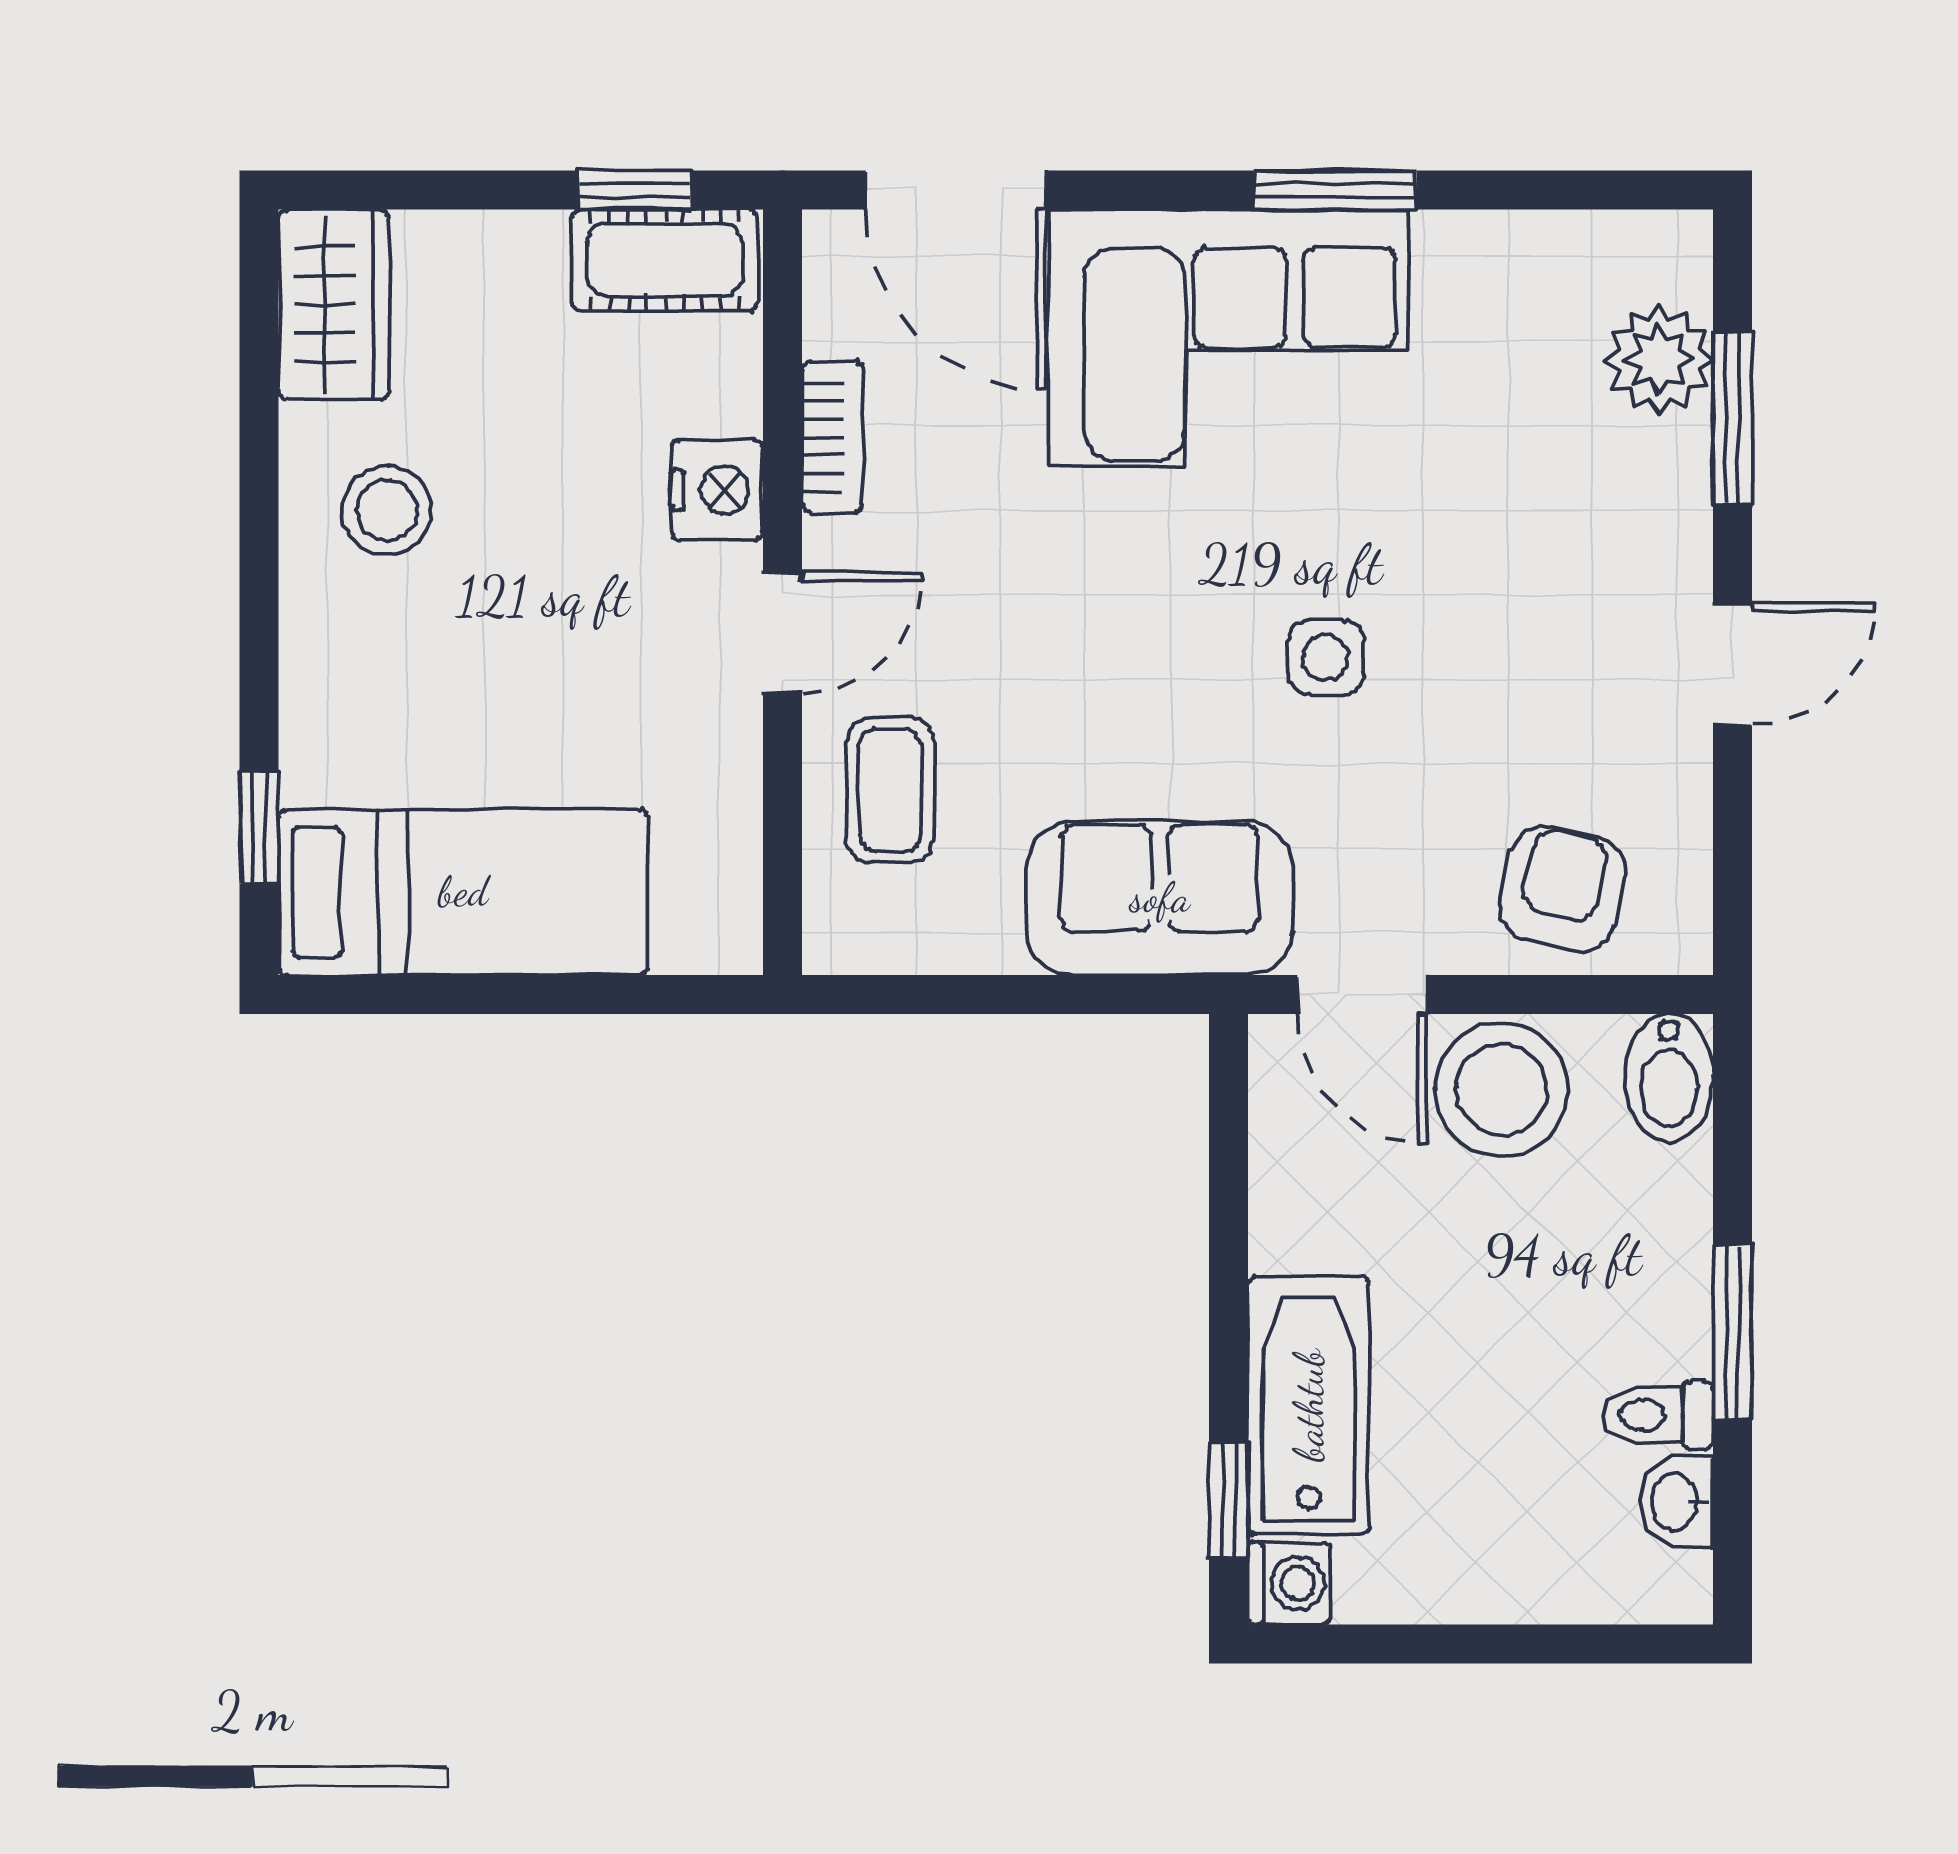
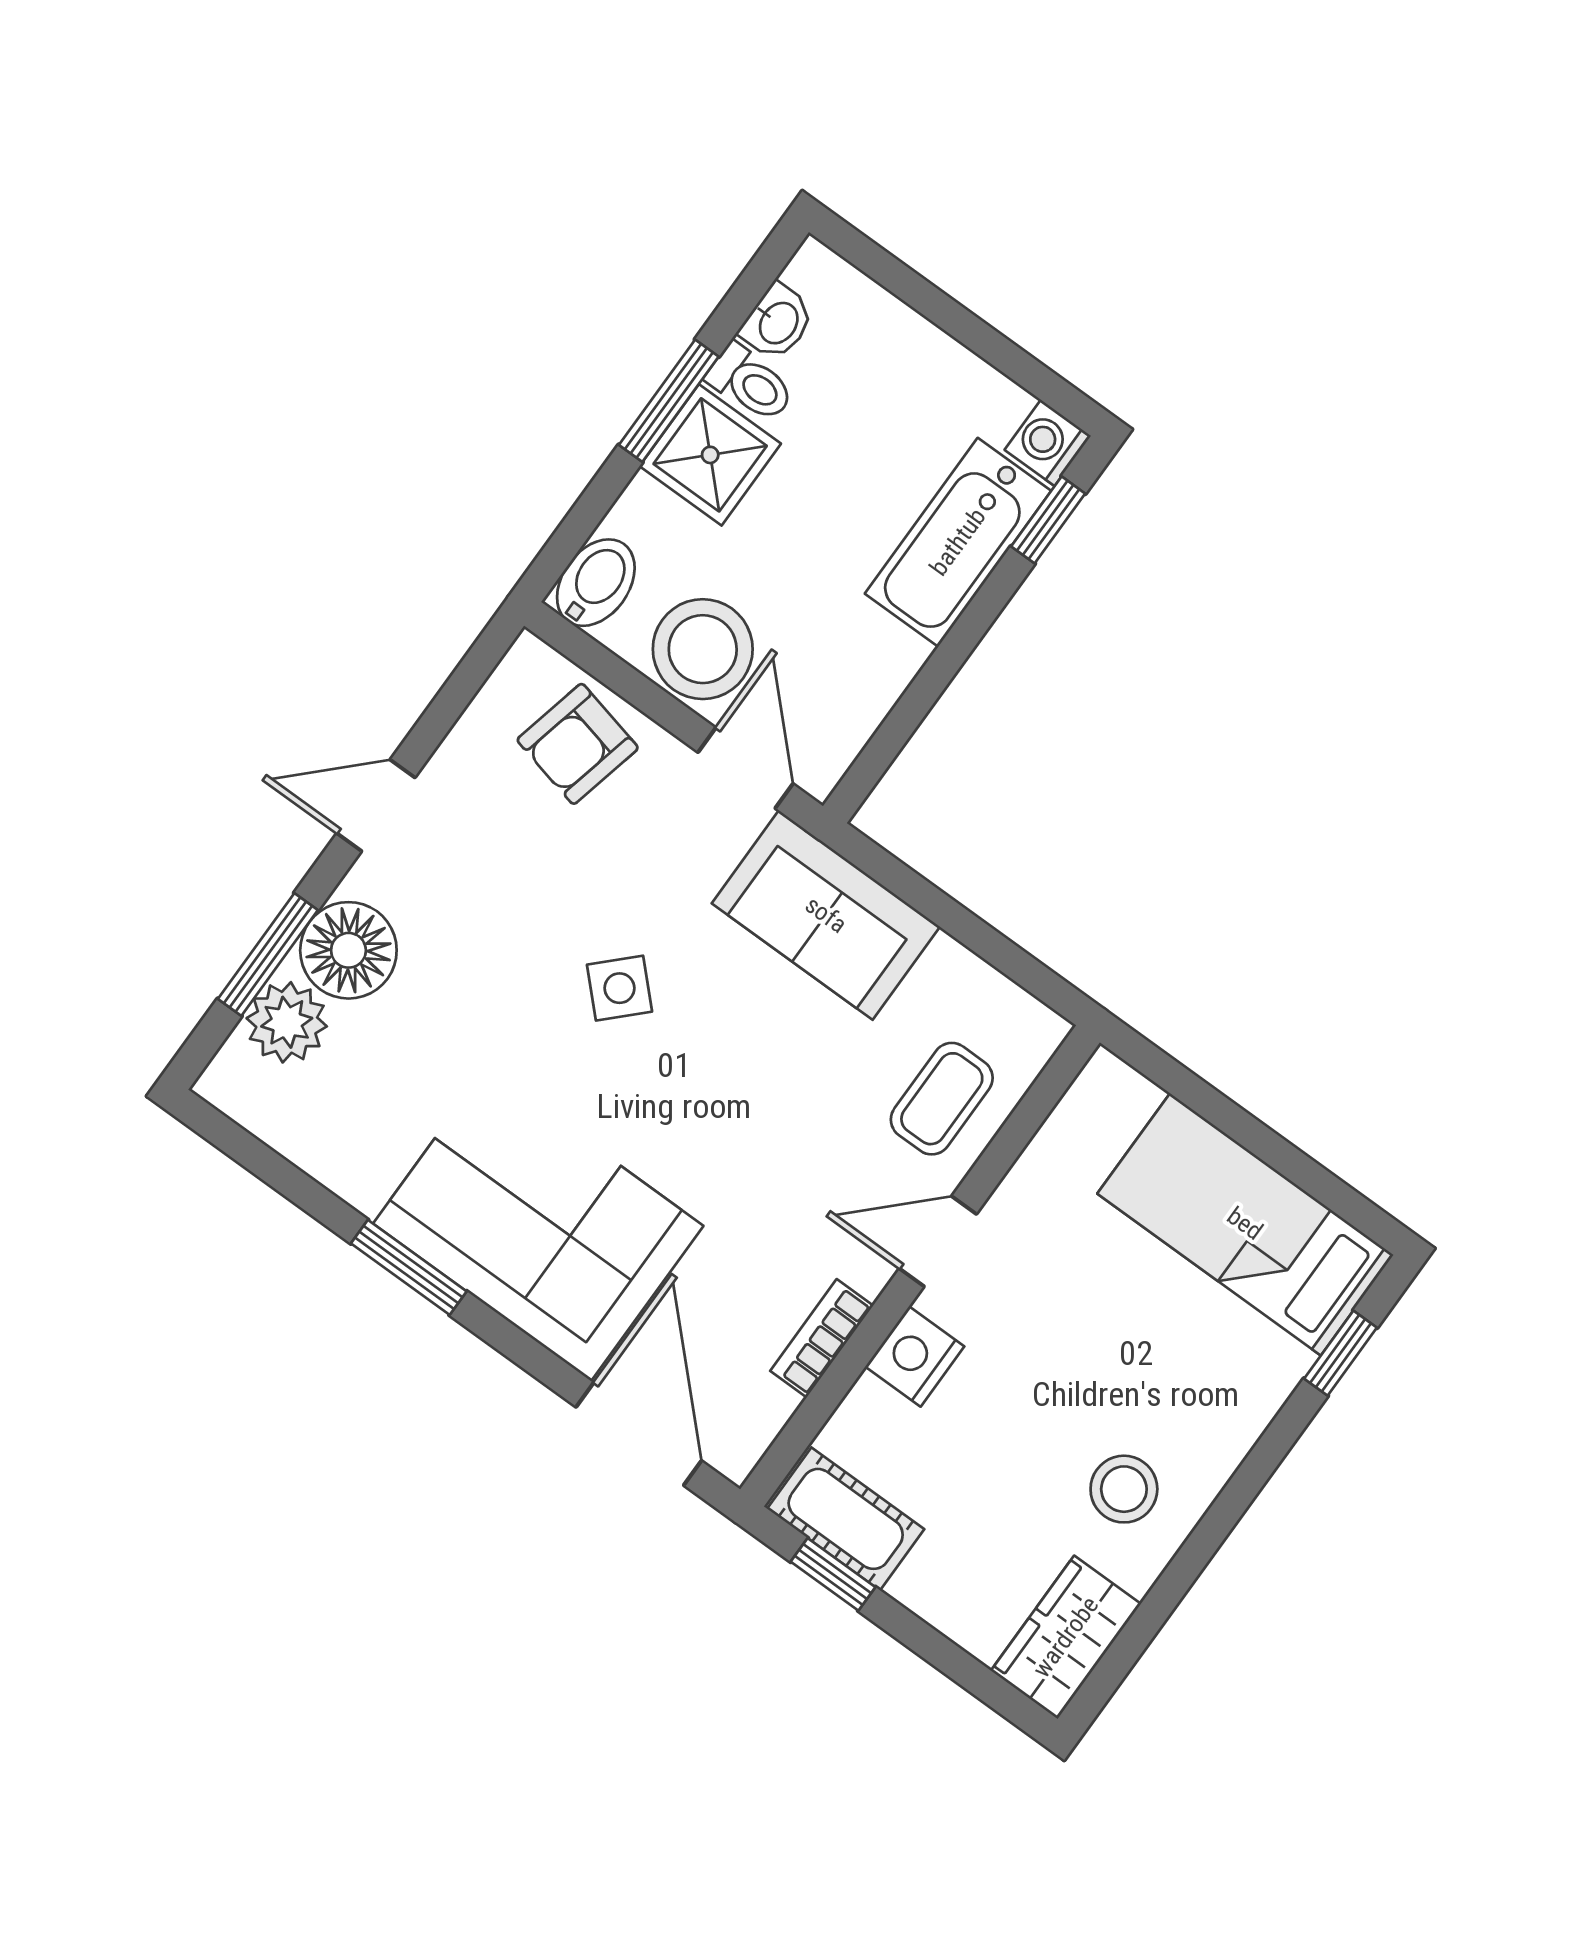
floor lamp: (1649, 486) -> (348, 950), added
side table: (1326, 657) -> (620, 988), turned 45
shower: (1645, 1306) -> (710, 455), added

